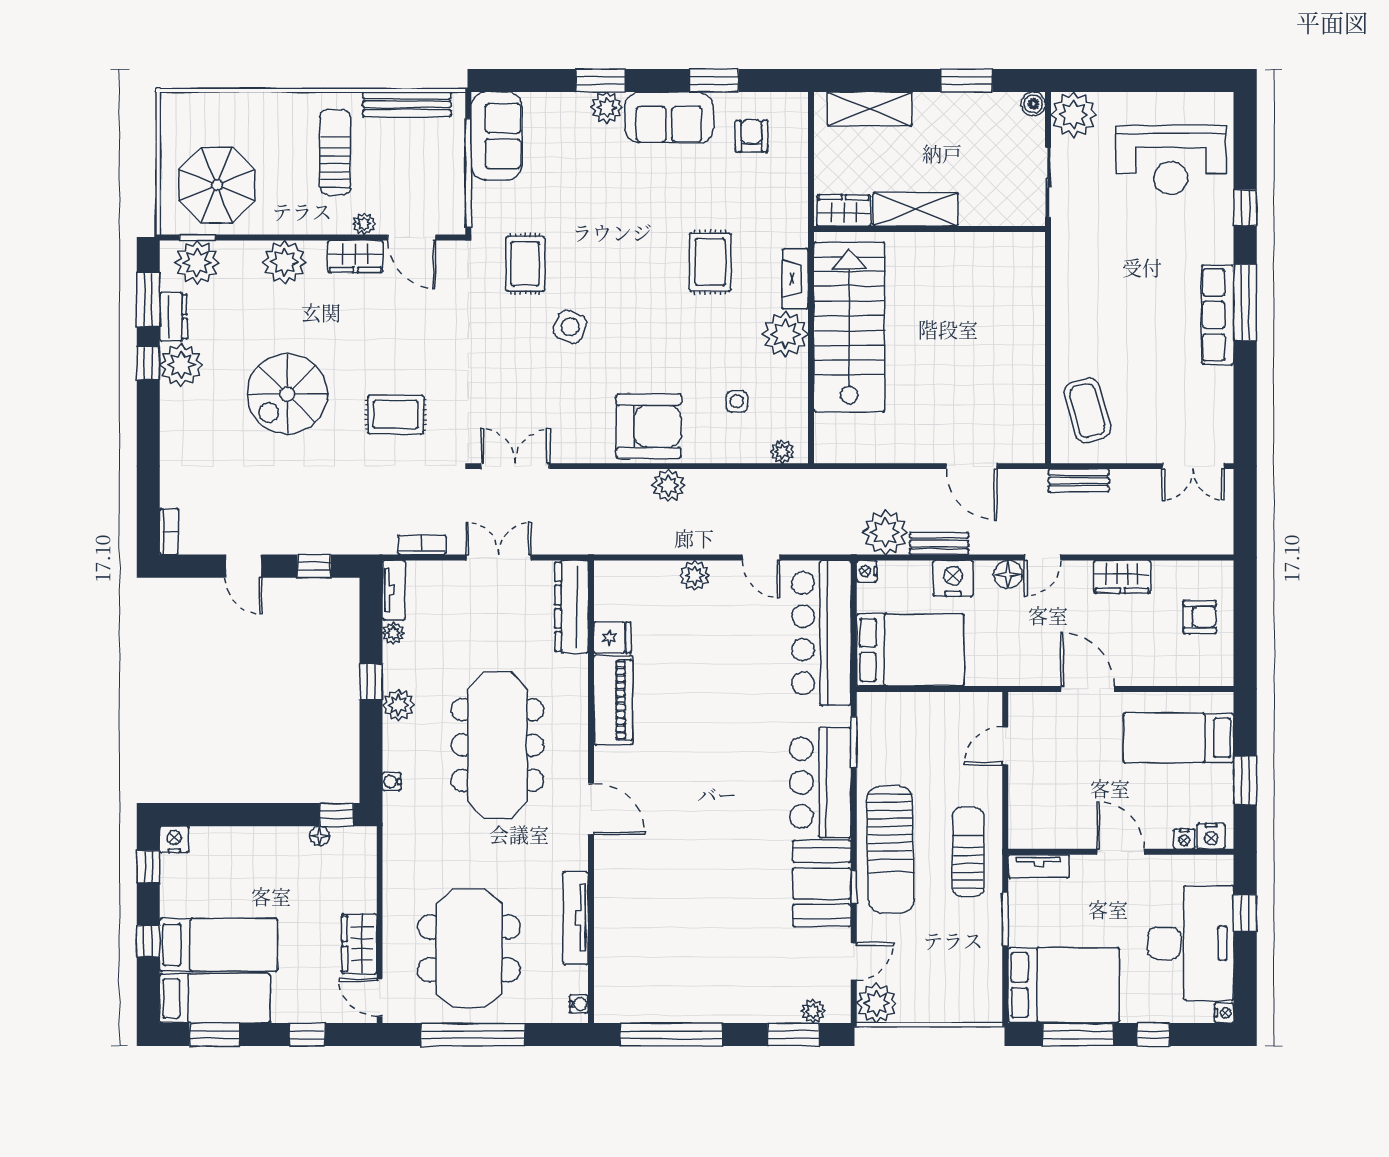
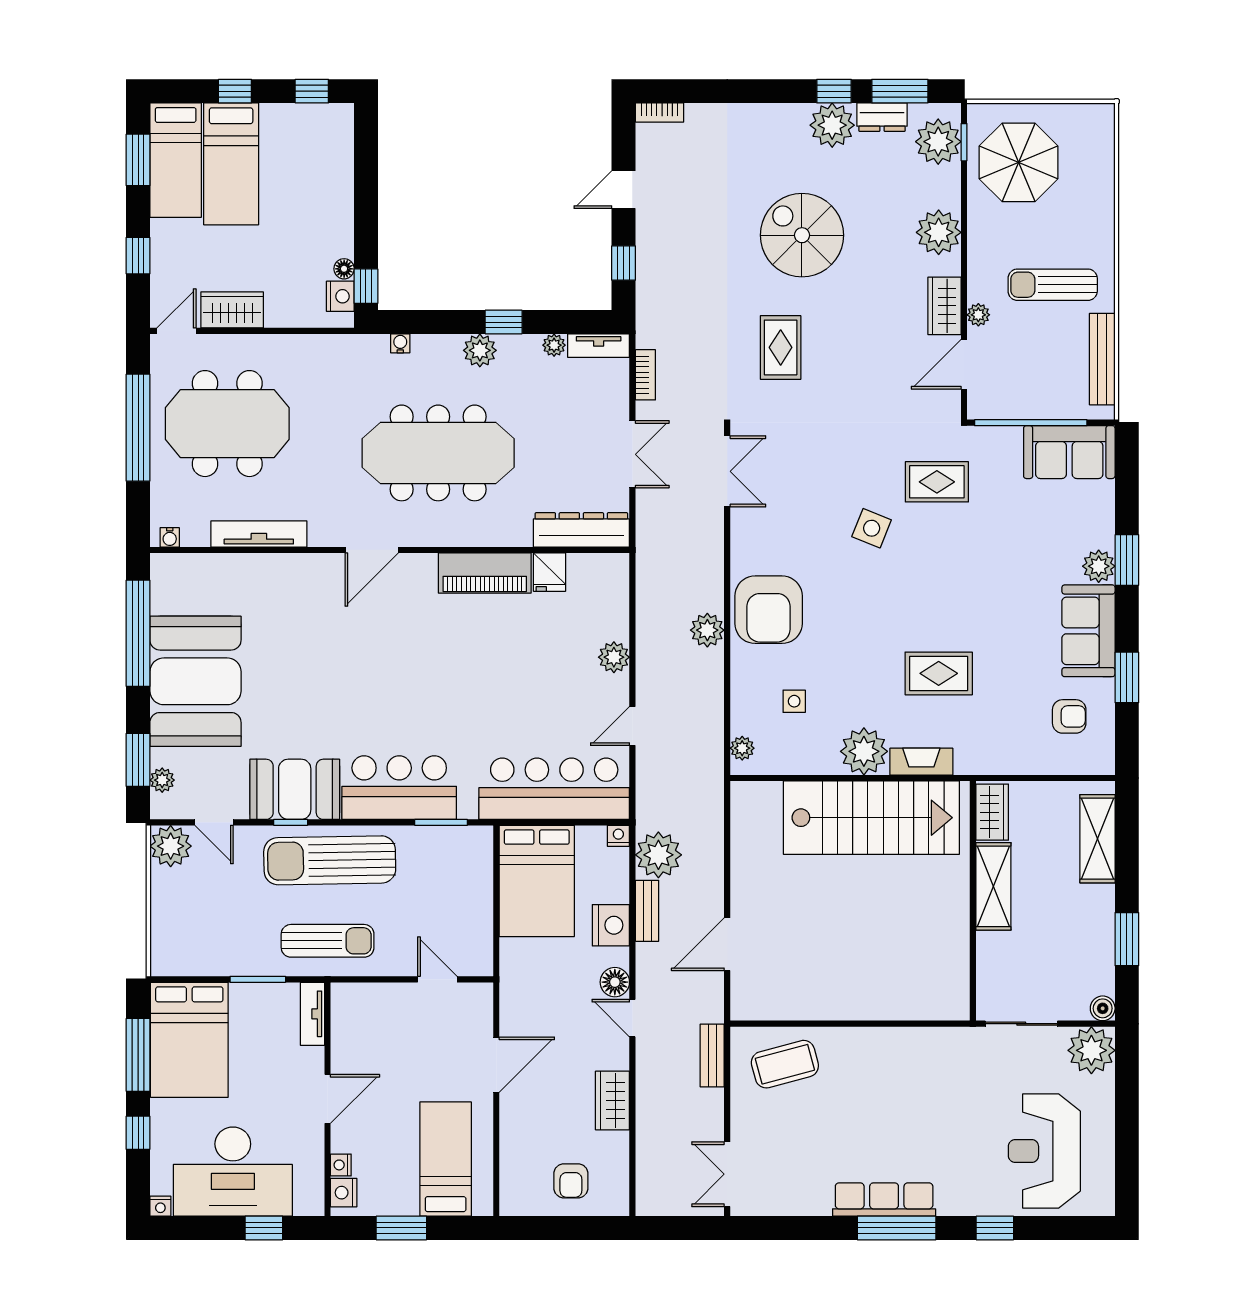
sun lounger: (335, 152) -> (1053, 285), turned 180
nightstand: (174, 839) -> (340, 296), moved
booth: (718, 979) -> (195, 681), added

